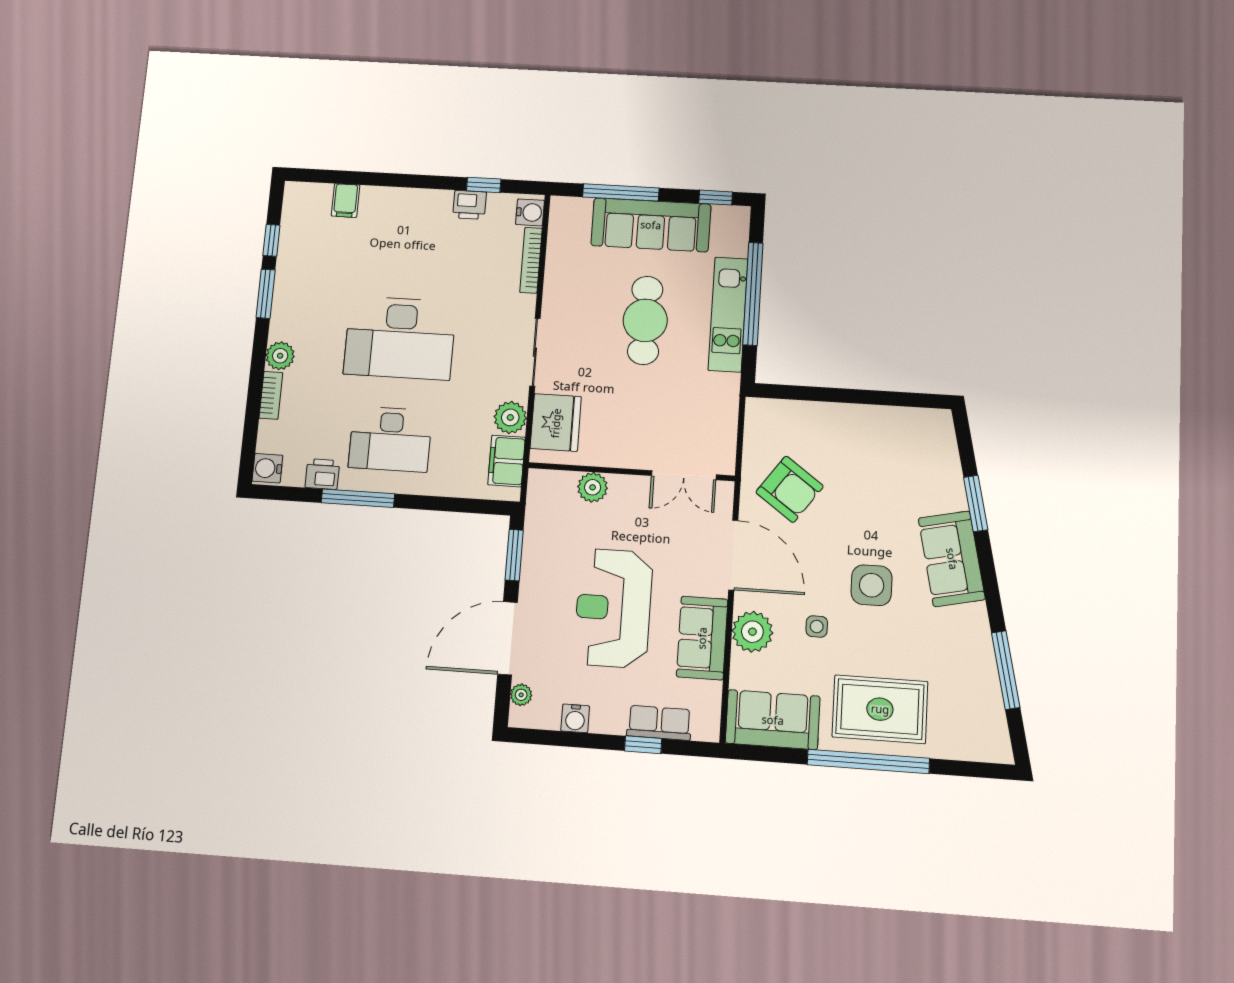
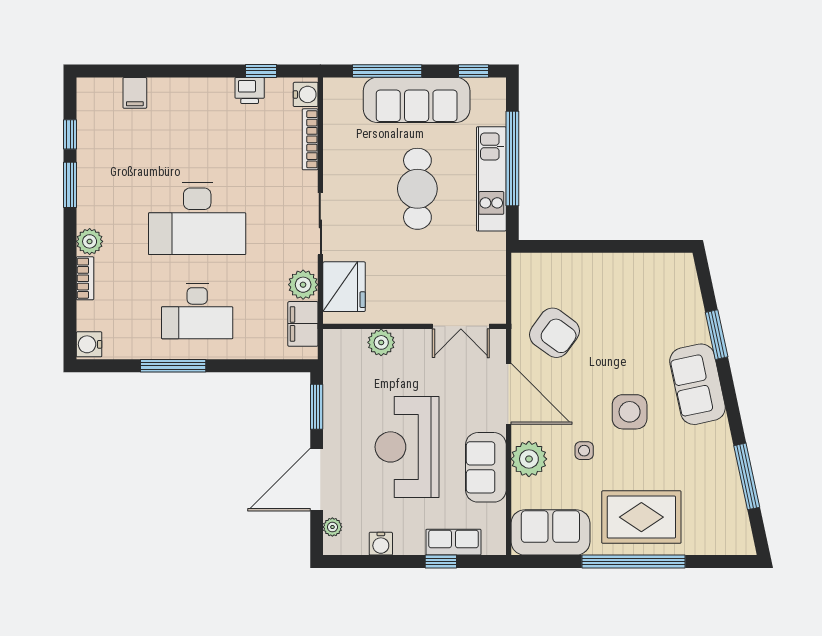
printer: (322, 474) -> (139, 346), removed

